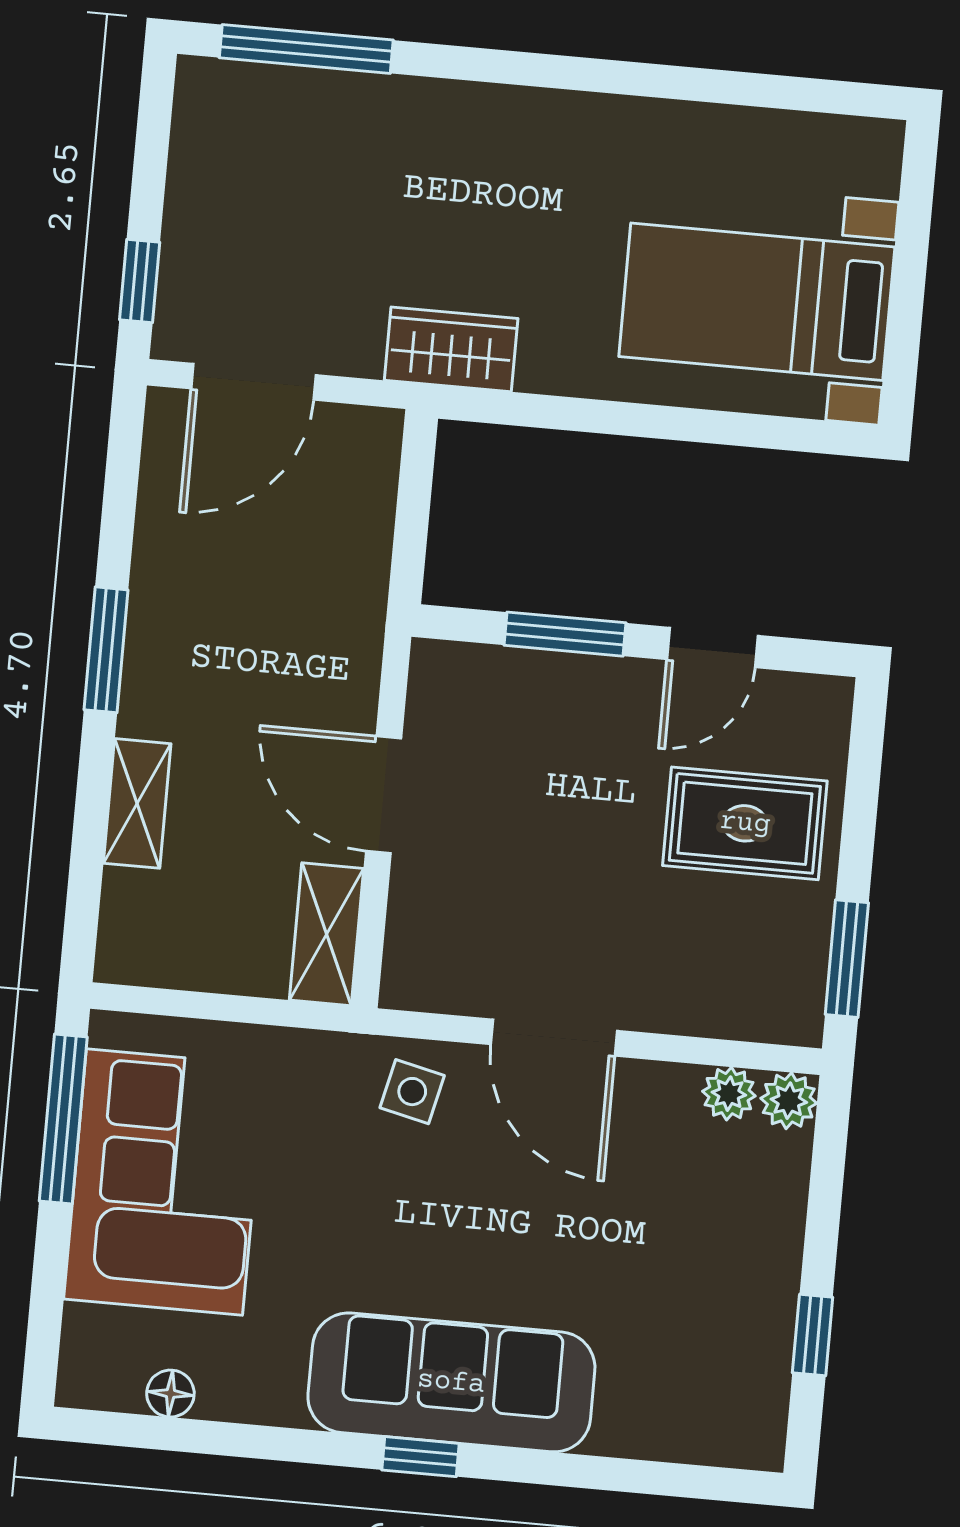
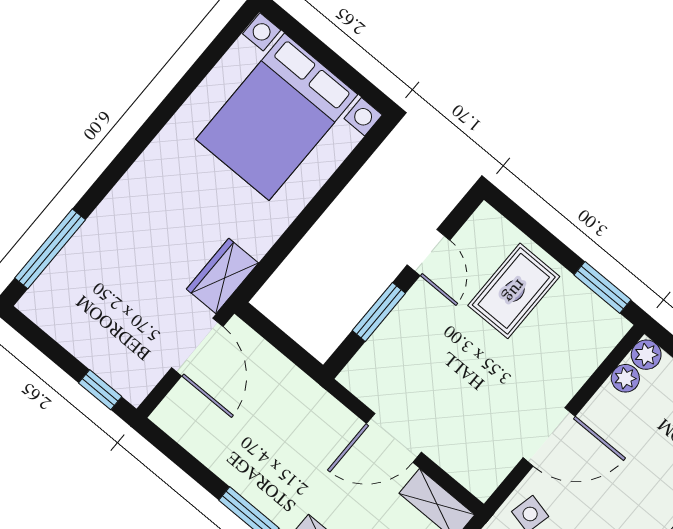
bed with nightstands: (757, 302) -> (277, 117), width x1.36
door: (253, 382) -> (197, 347), moved

